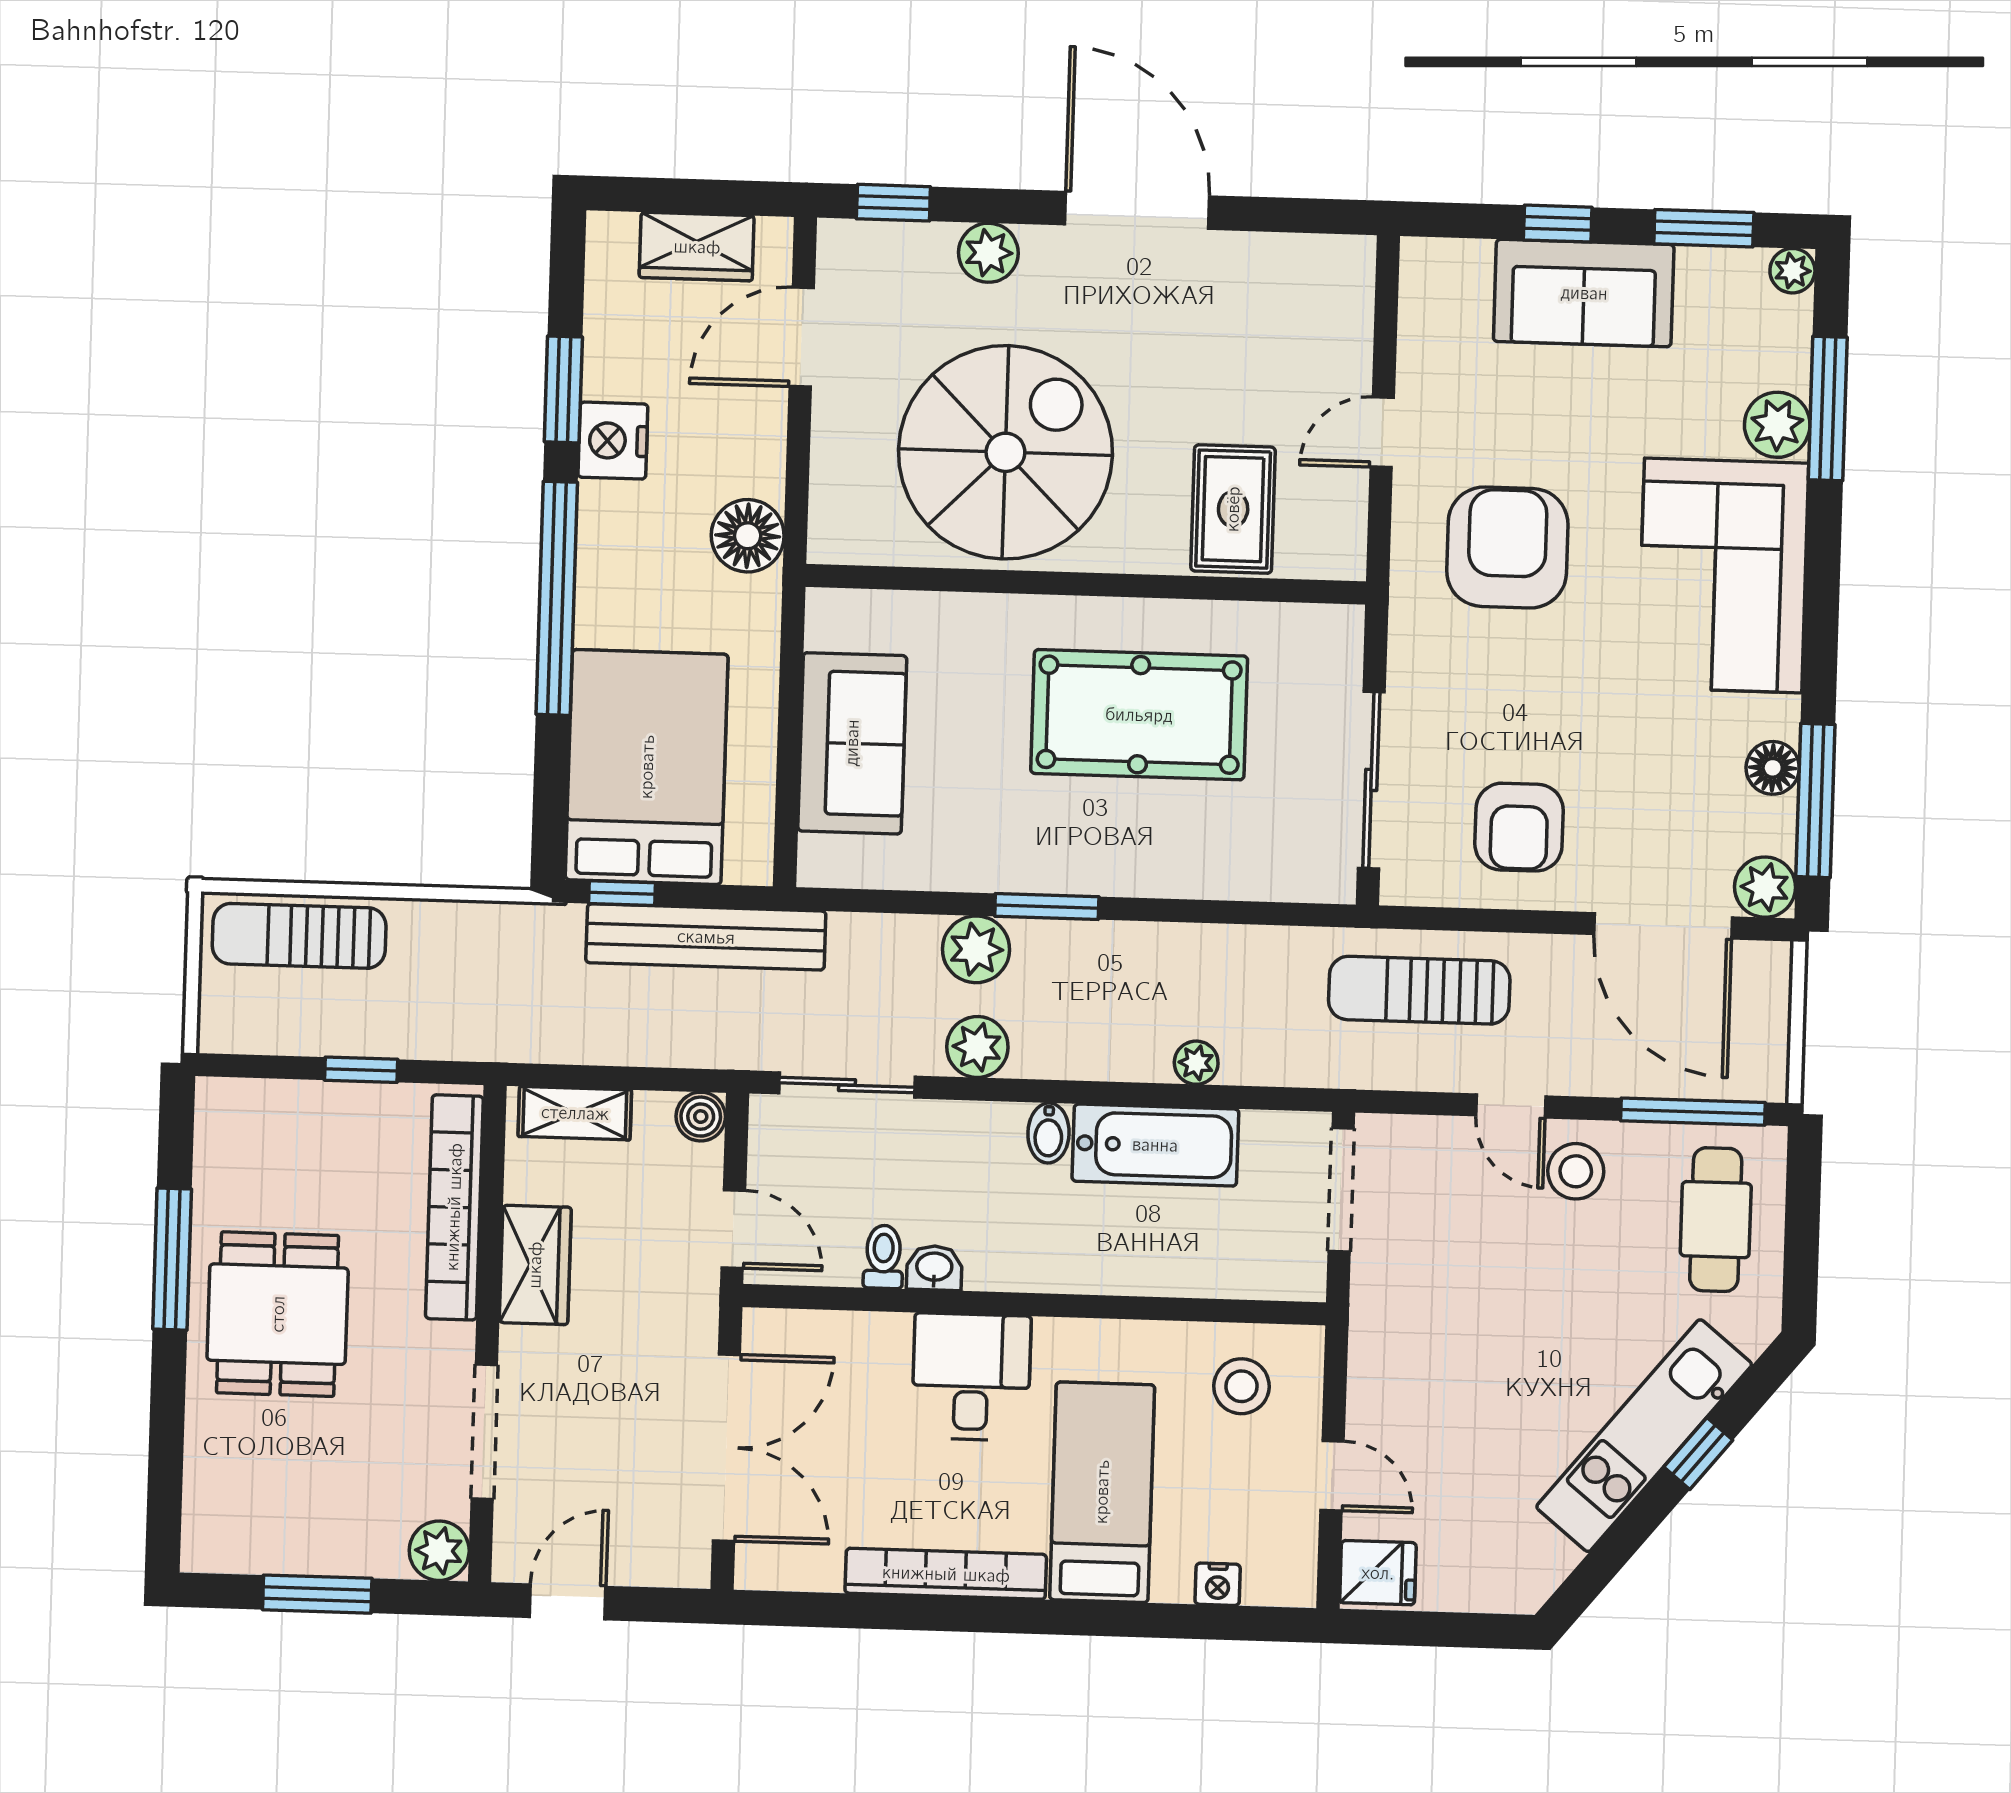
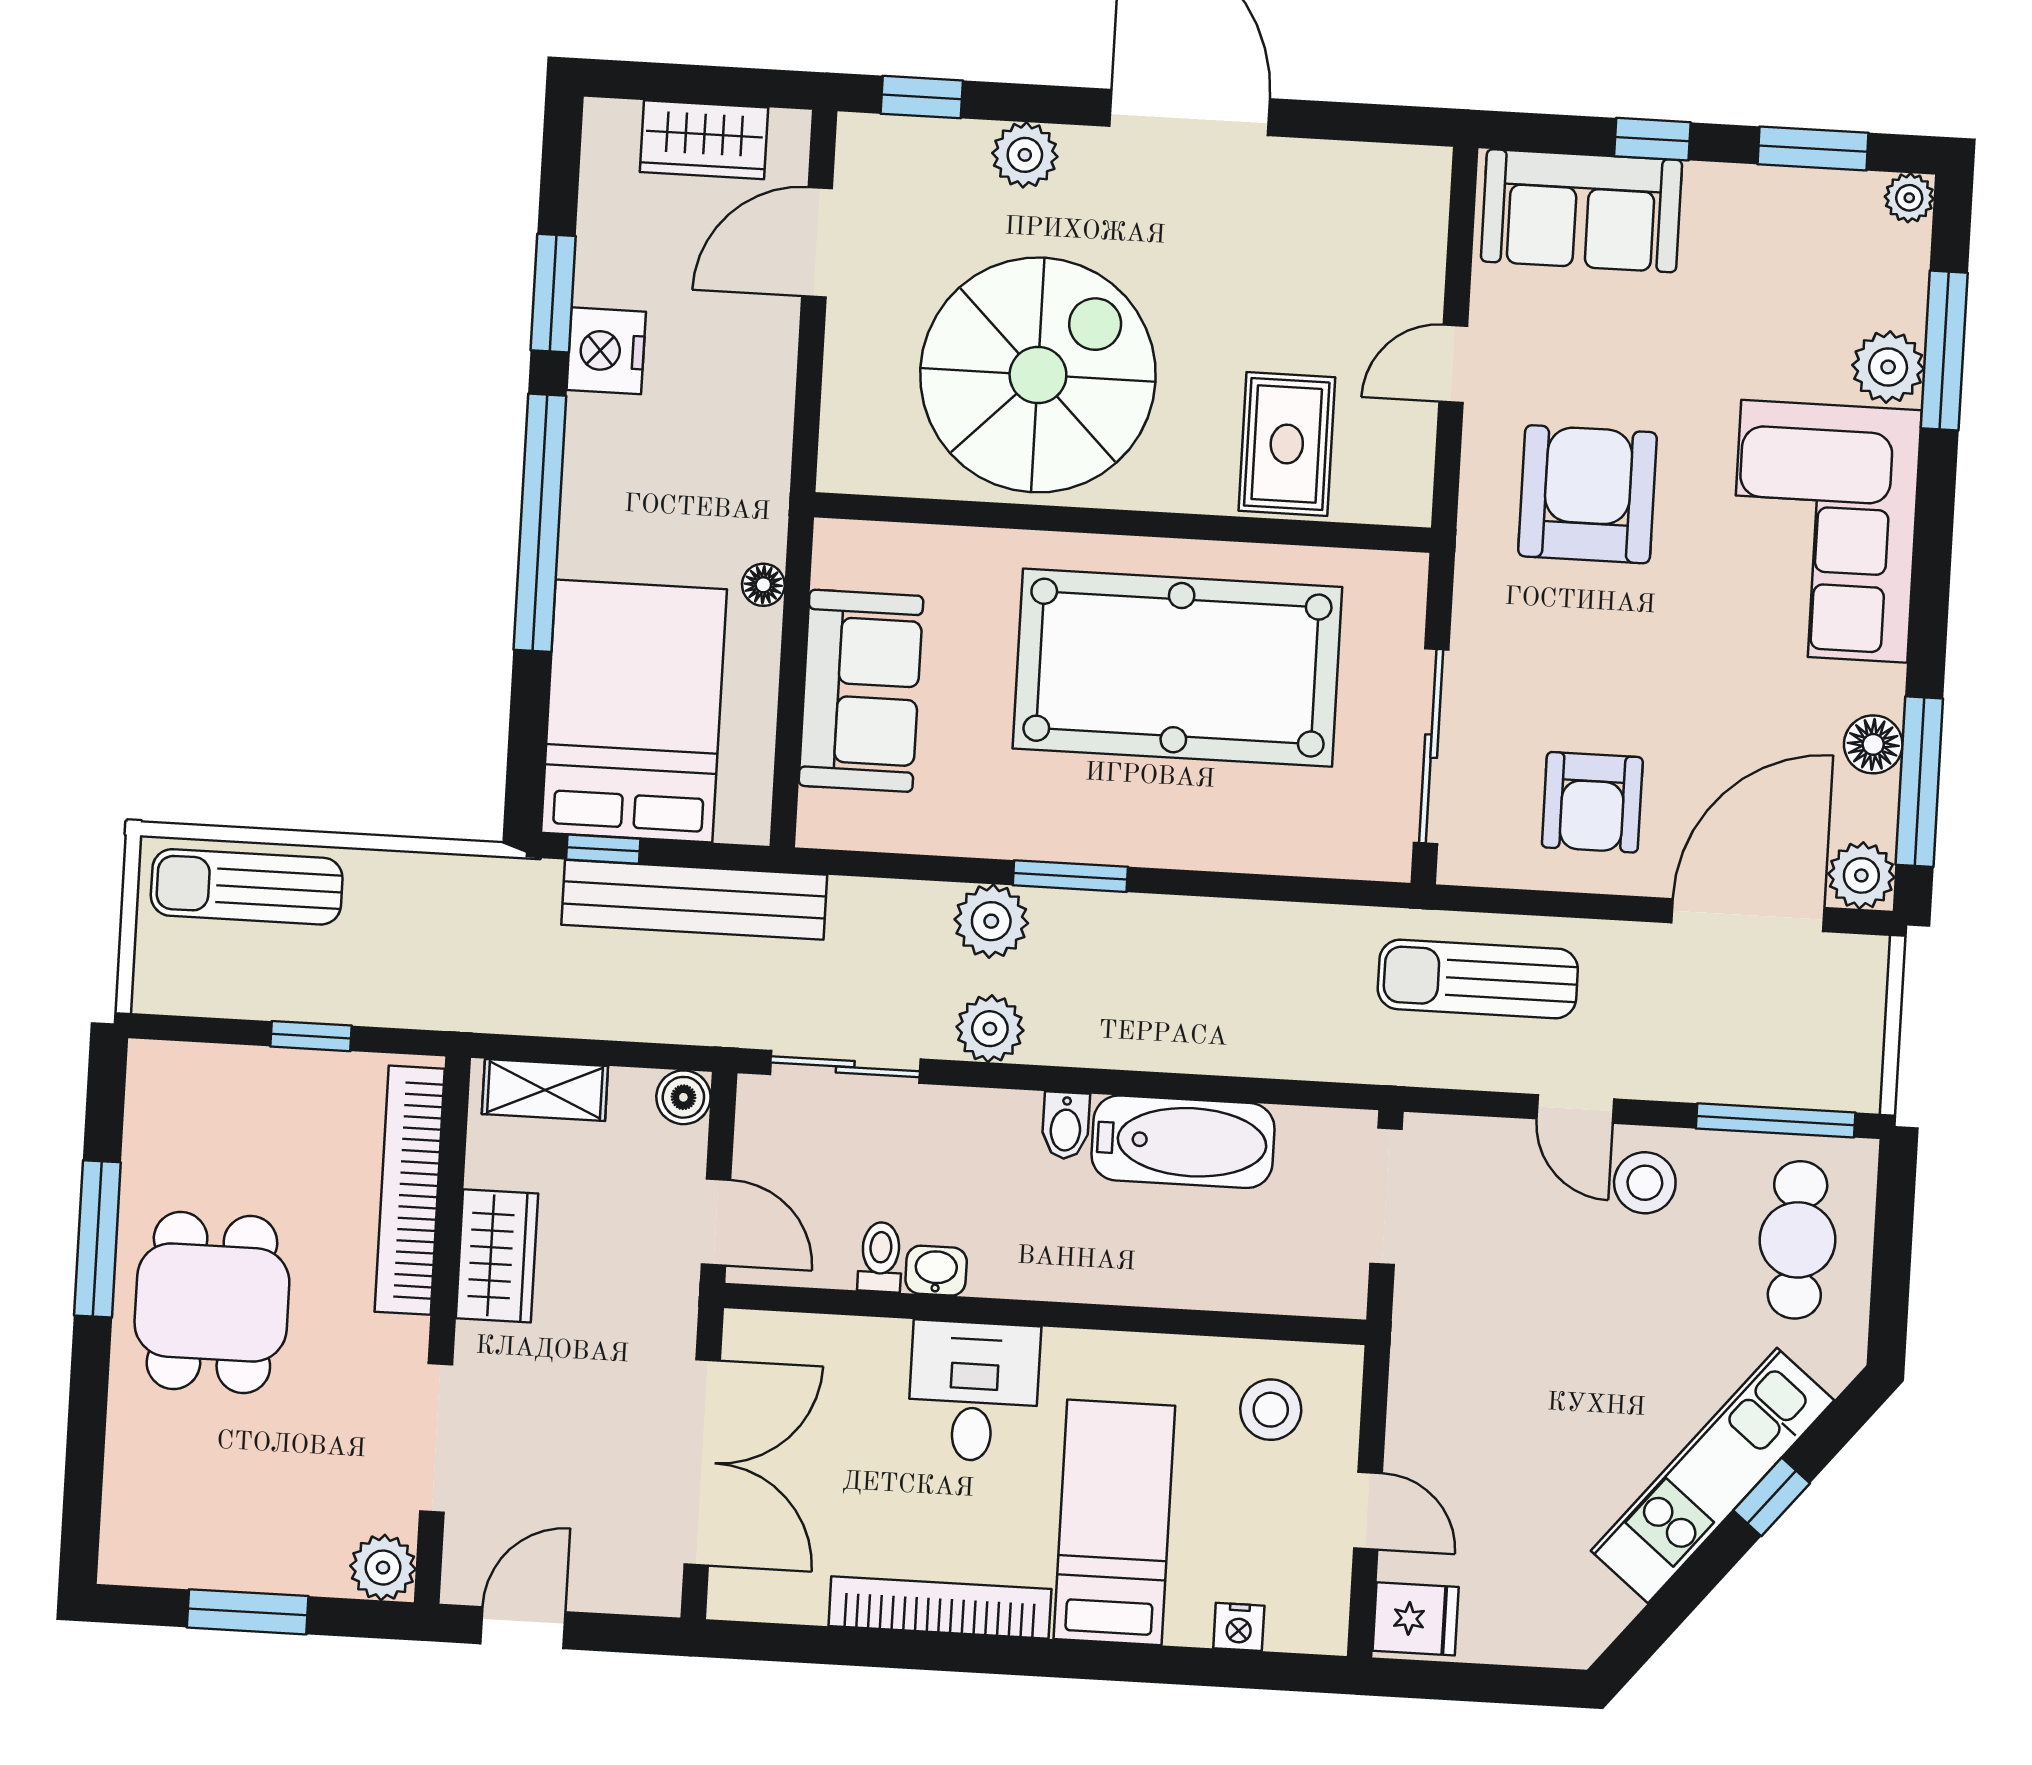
sofa: (1584, 293) -> (1582, 211), moved
floor lamp: (748, 536) -> (763, 585), moved, width x0.53, depth x0.53
pool table: (1139, 715) -> (1177, 668), width x1.36, depth x1.32
door: (1663, 926) -> (1748, 915), swing flipped
plant: (1196, 1063) -> (1230, 1052), removed

